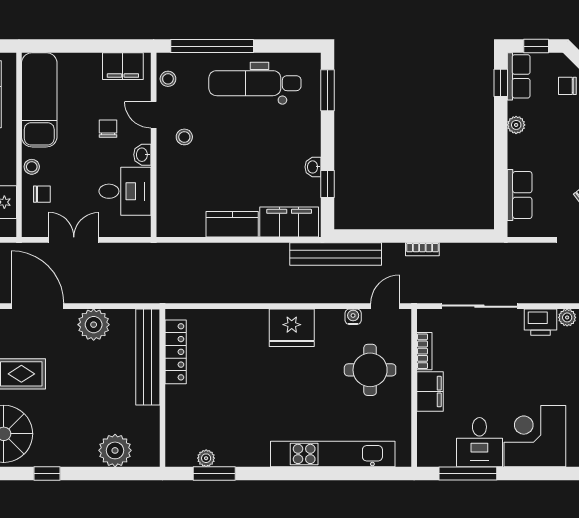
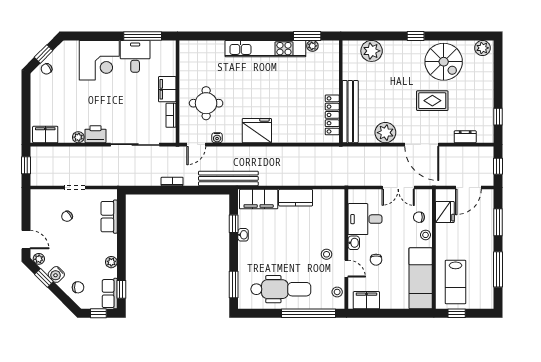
kitchen unit: (333, 454) -> (265, 49), moved

